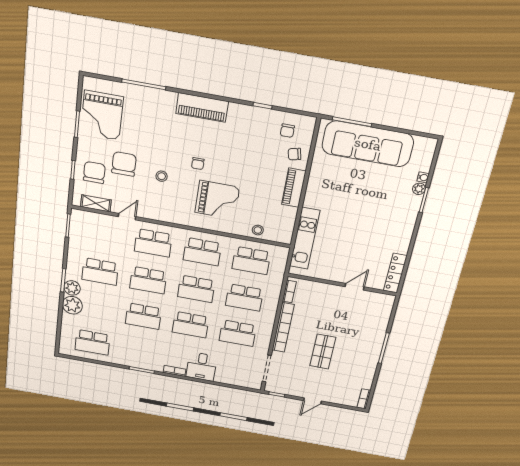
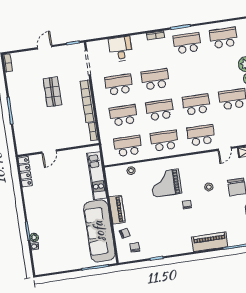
piano: (202, 107) -> (210, 242), moved
sofa: (368, 144) -> (99, 231), moved, turned -90
school desk: (143, 316) -> (187, 43), moved
desk: (201, 367) -> (121, 49), moved

